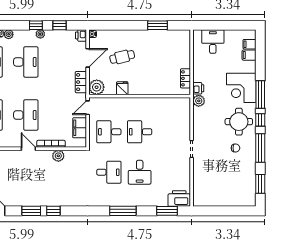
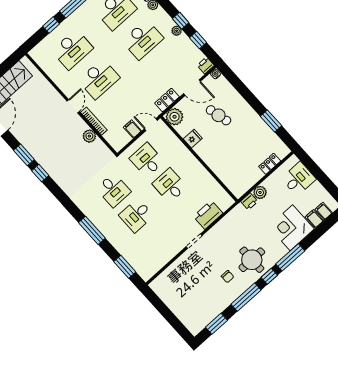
locker: (185, 78) -> (270, 164), moved
corner desk: (241, 88) -> (291, 228), moved
plant: (199, 101) -> (260, 192), moved
filing cabinet: (80, 128) -> (132, 129), width x0.50
printer: (179, 199) -> (208, 215), moved, turned -90

